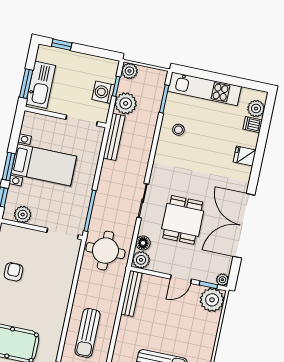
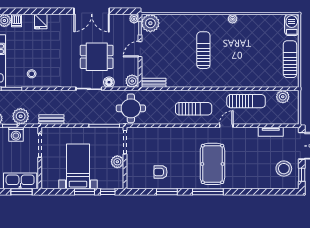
bench: (114, 137) -> (51, 120), width x0.73
plant: (23, 215) -> (117, 162), moved
double door: (244, 226) -> (92, 11), width x0.73
floor lamp: (143, 243) -> (109, 82), moved
door: (181, 279) -> (140, 49), swing flipped
bench: (131, 294) -> (154, 83), width x0.73

